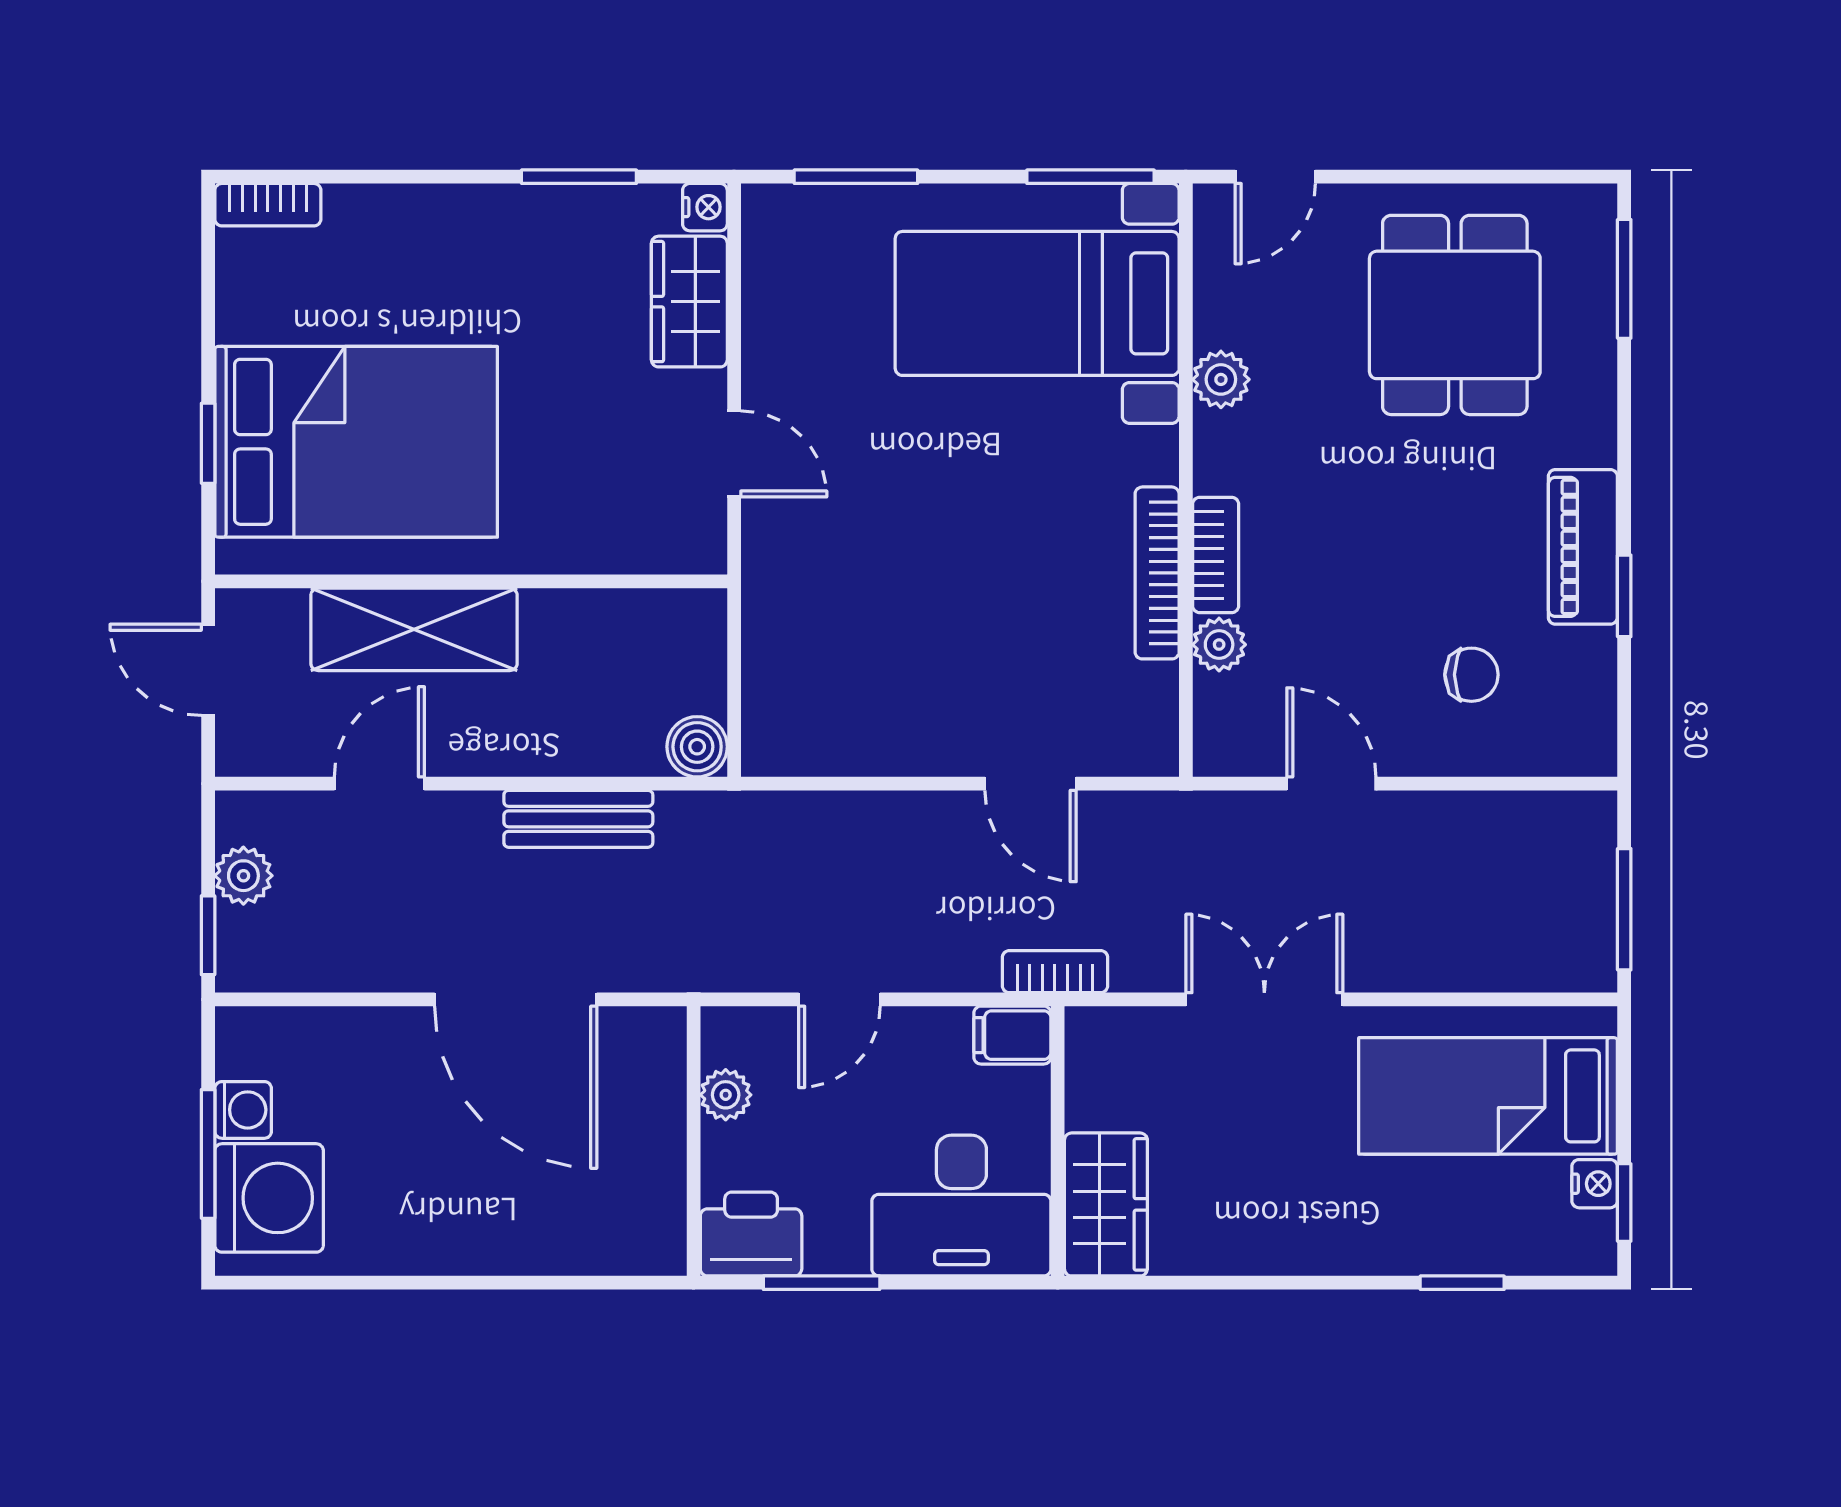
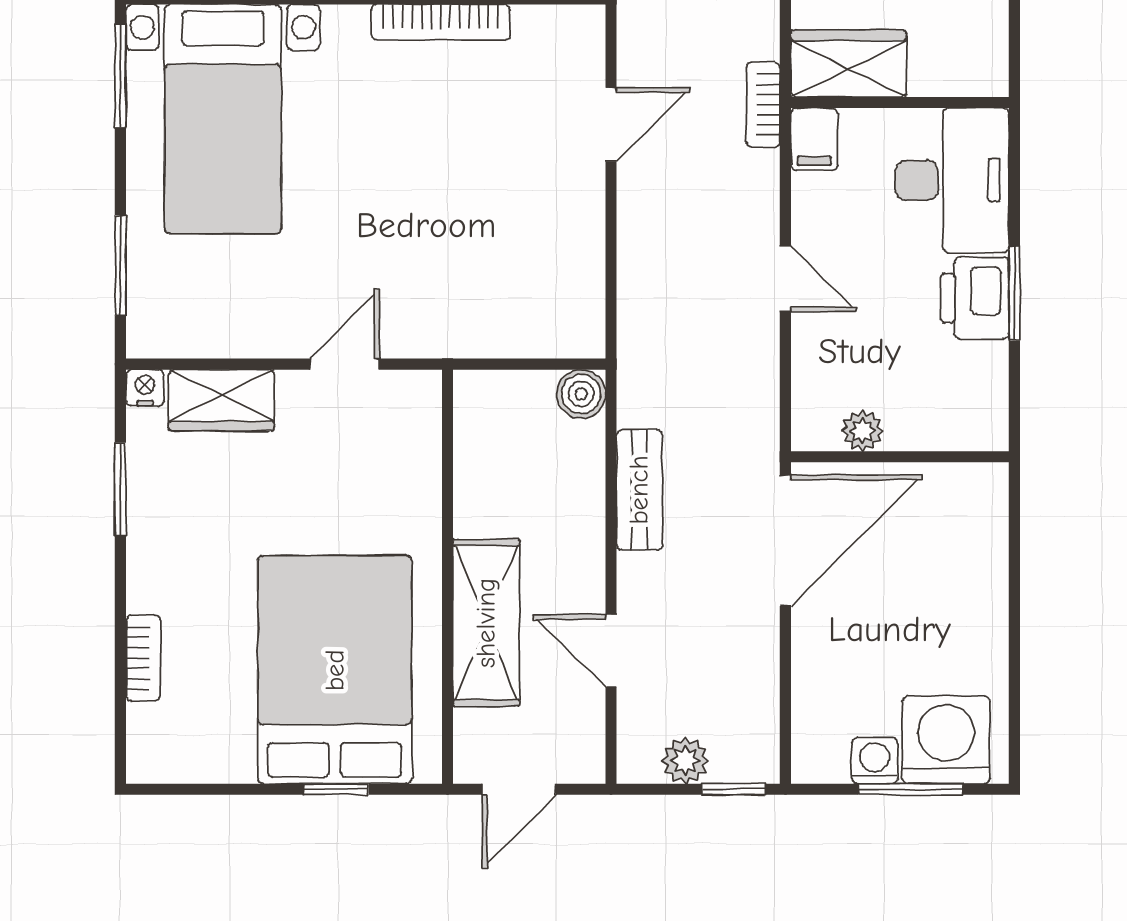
bookcase: (268, 205) -> (143, 658), moved
plant: (726, 1095) -> (863, 431), moved
wall: (694, 1141) -> (900, 457), moved
wardrobe: (1106, 1204) -> (849, 64), moved
printer: (751, 1234) -> (975, 298), moved

